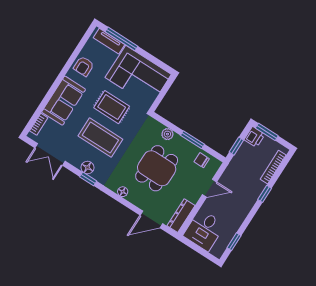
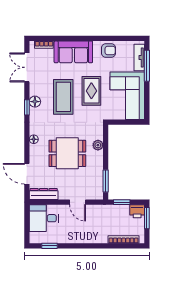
armchair: (84, 66) -> (108, 51), turned 180
window: (193, 140) -> (106, 181), moved
chair: (202, 160) -> (95, 183), removed
window: (265, 194) -> (100, 246), removed

